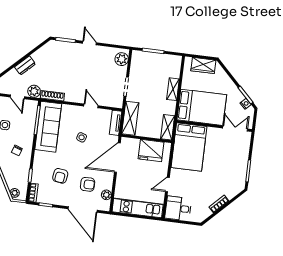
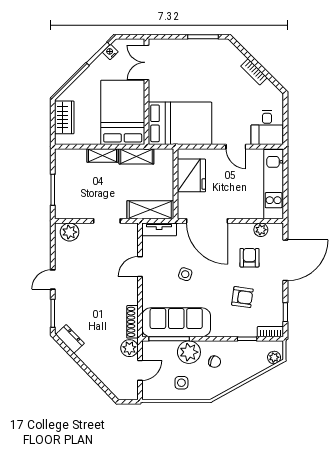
dresser: (25, 65) -> (70, 339), moved
shelving: (168, 127) -> (136, 156), moved
plant: (26, 133) -> (189, 352), added

